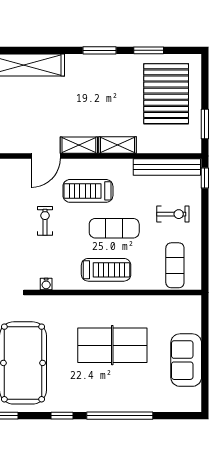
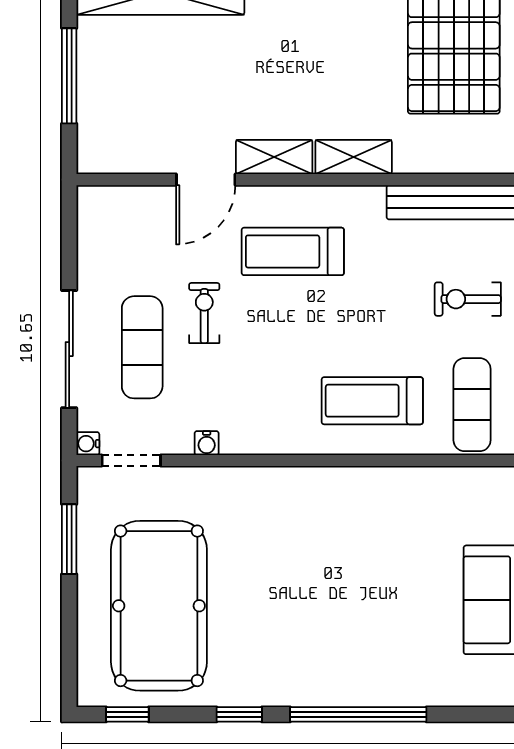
exercise bike: (173, 214) -> (468, 299), turned 180
exercise mat: (114, 228) -> (142, 347), moved, turned 90
treadmill: (106, 270) -> (372, 401), moved, turned 180
table tennis table: (112, 345) -> (343, 569), removed

